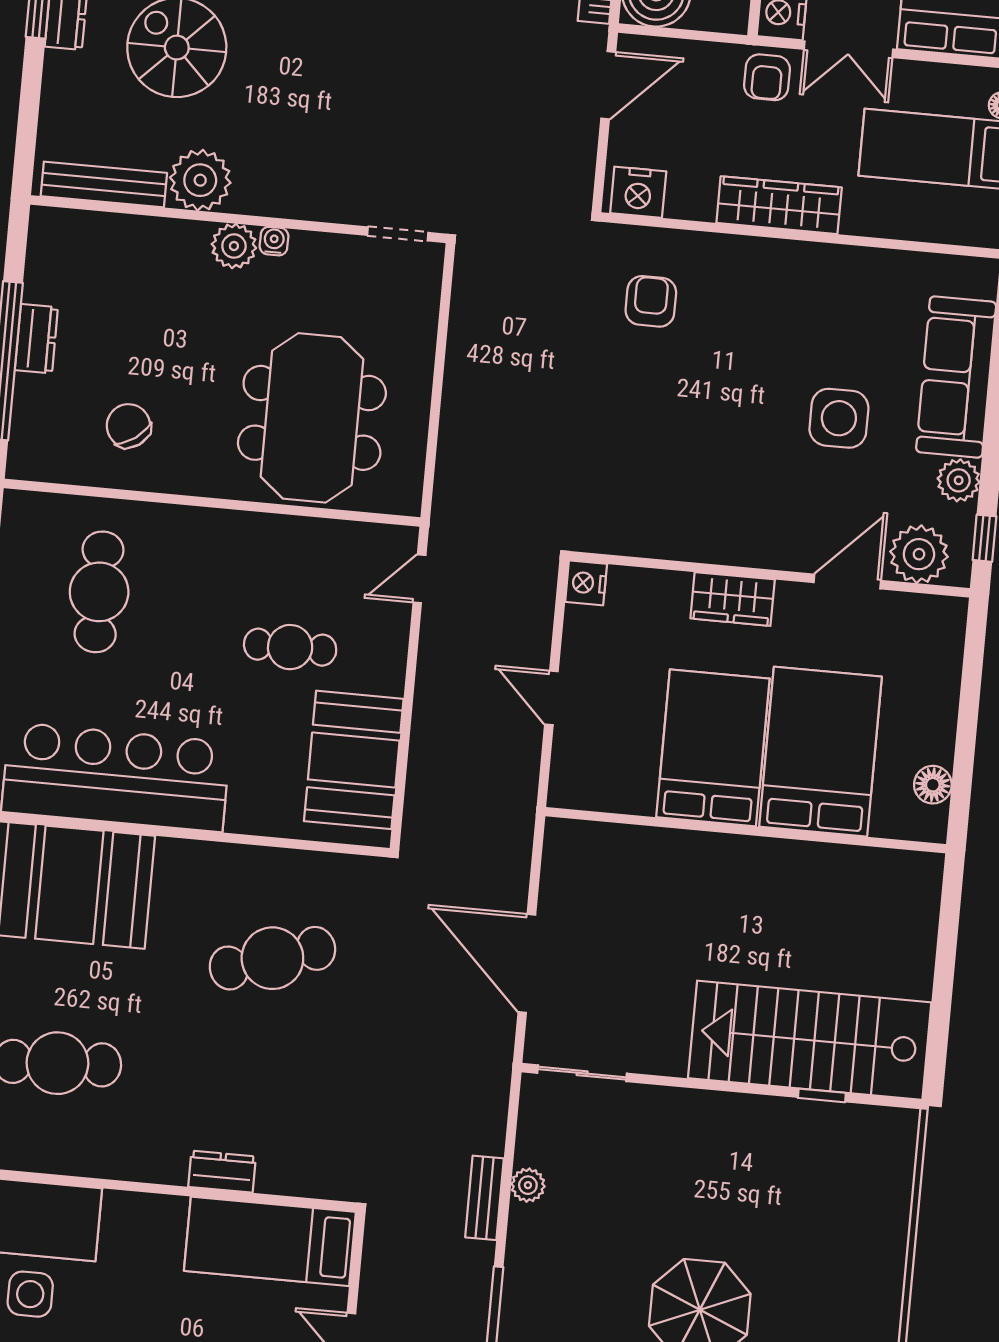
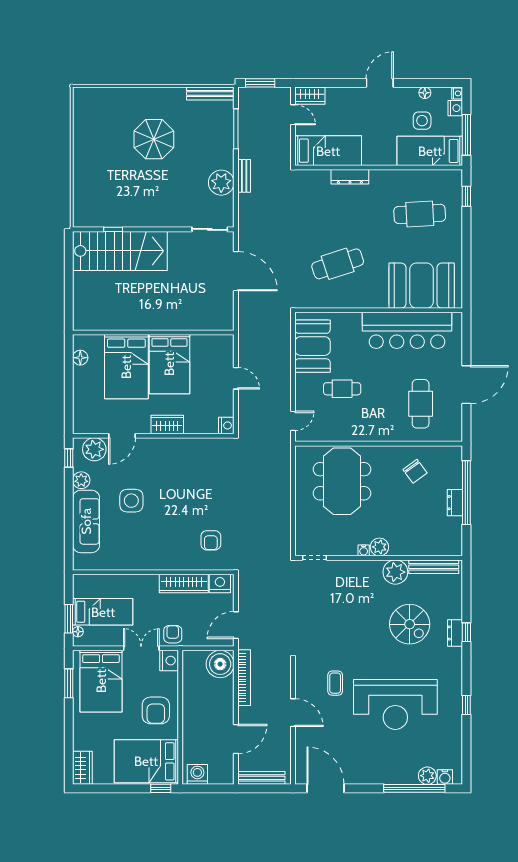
wardrobe: (779, 205) -> (184, 584), moved
dresser: (222, 1172) -> (350, 177), width x1.44
plant: (528, 1185) -> (221, 183), width x1.87, depth x1.87

